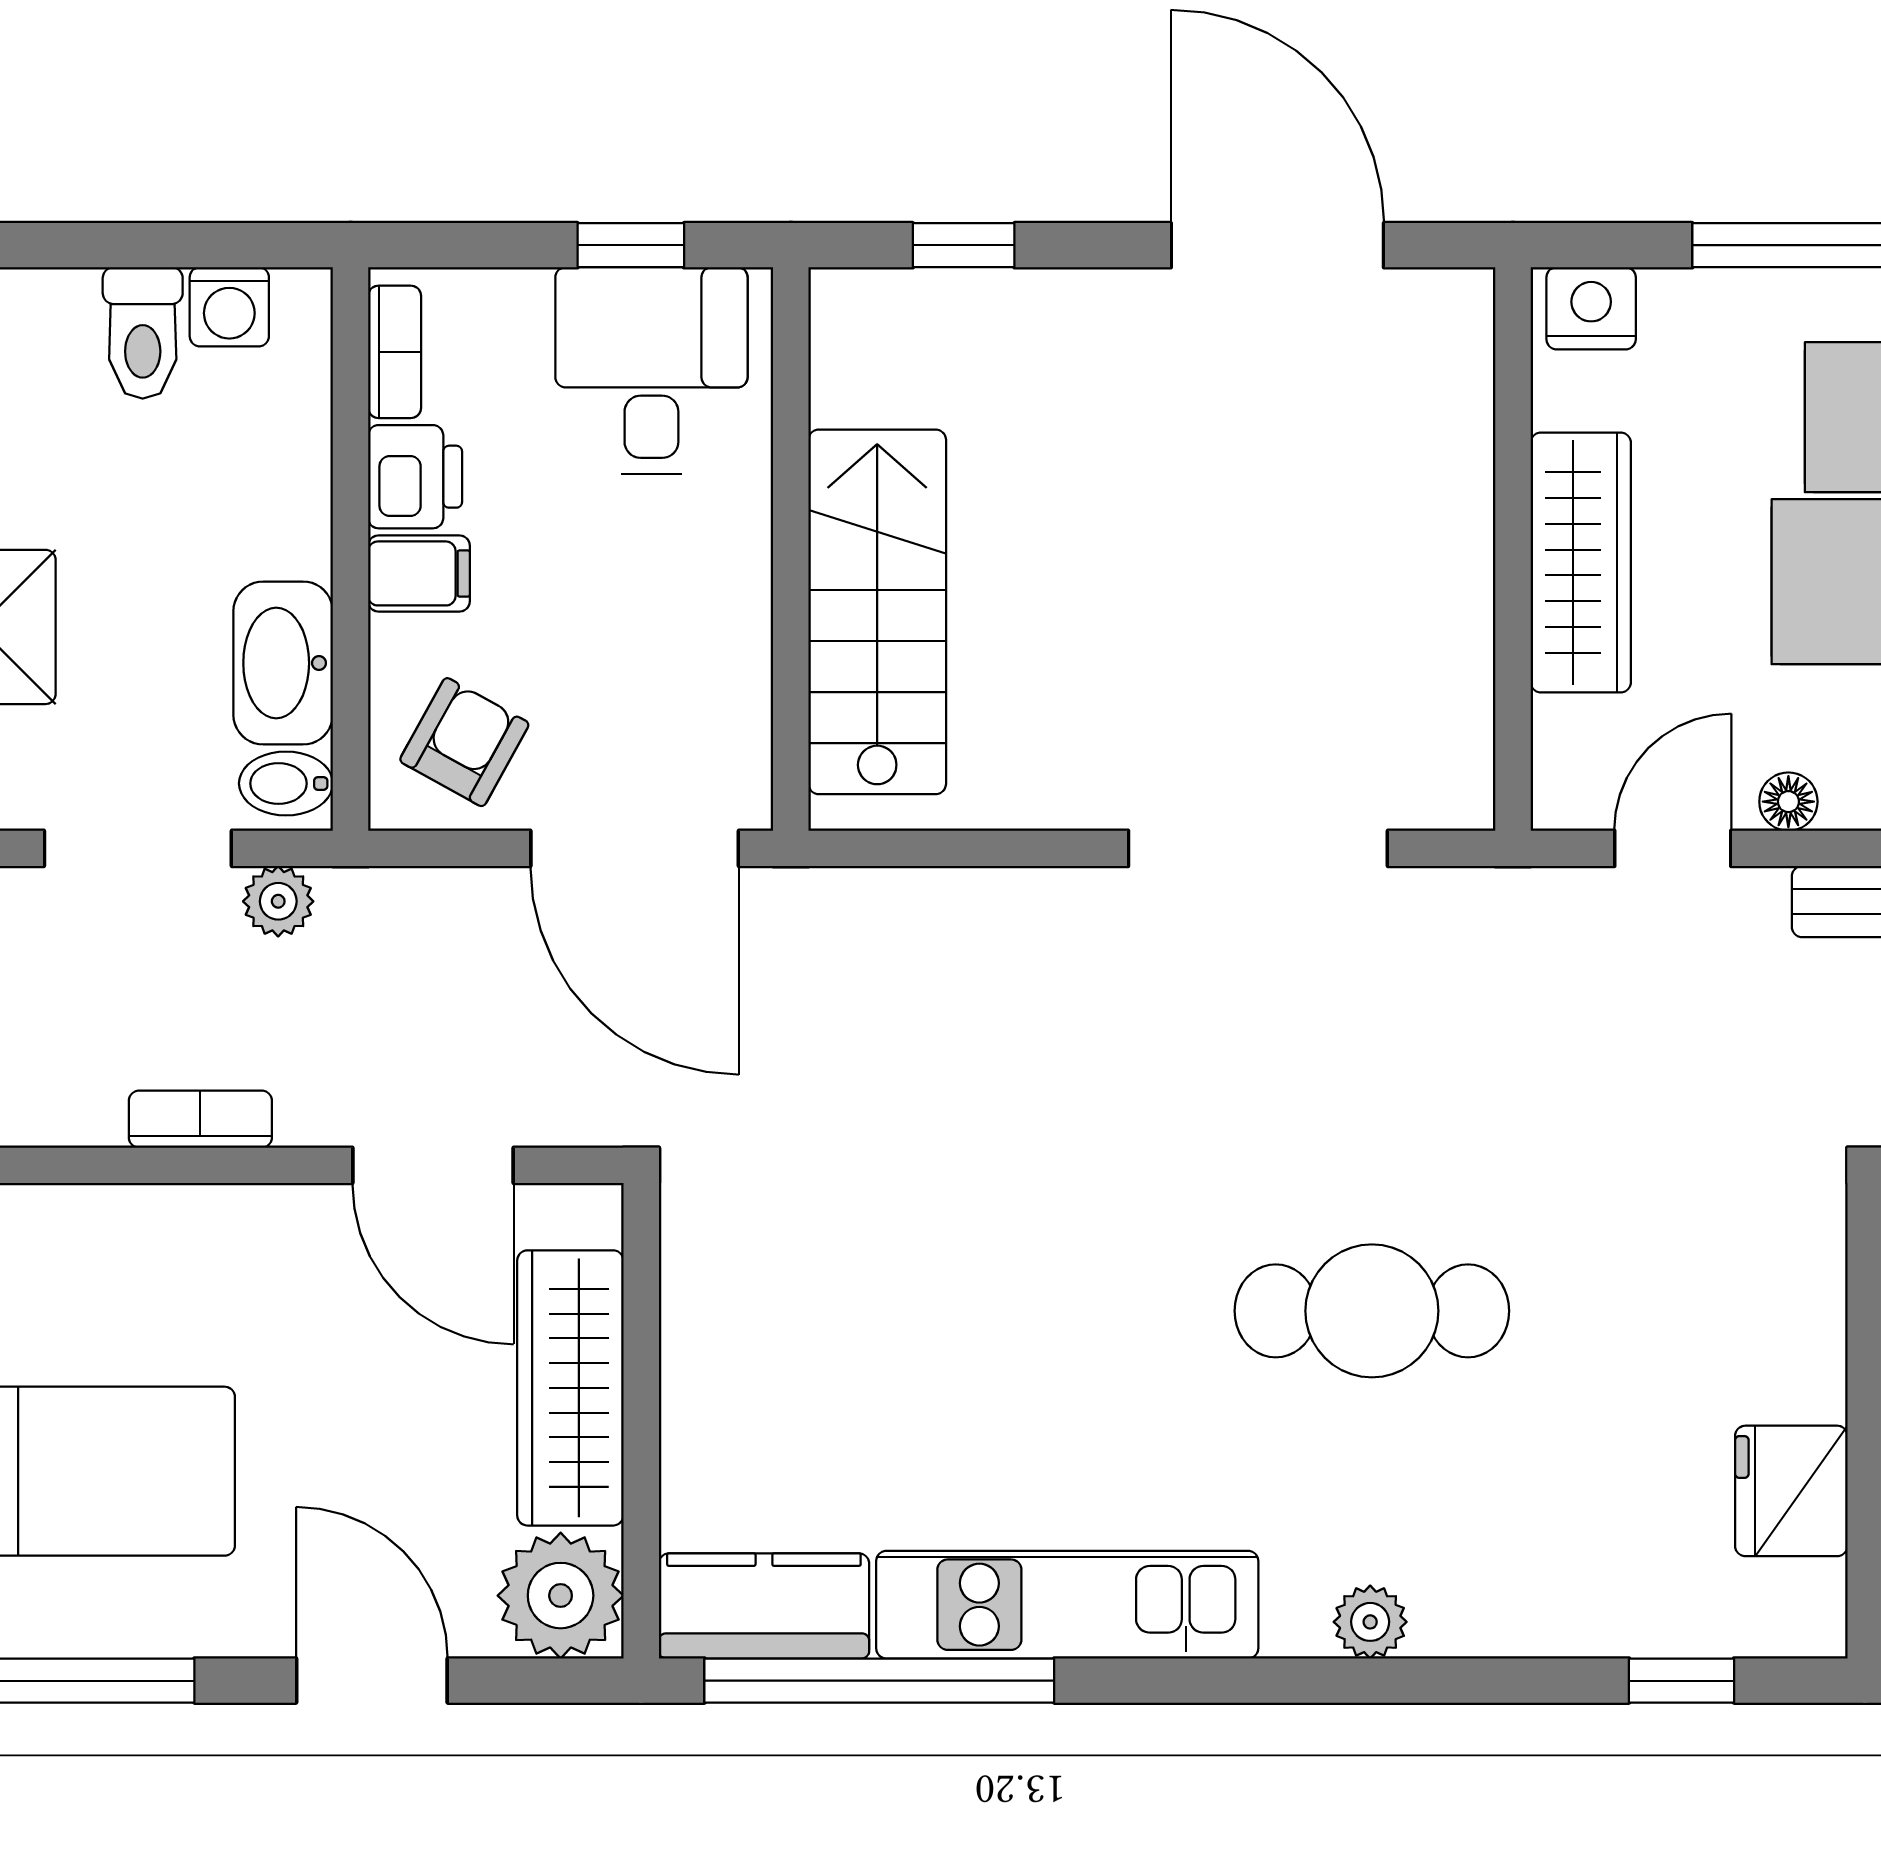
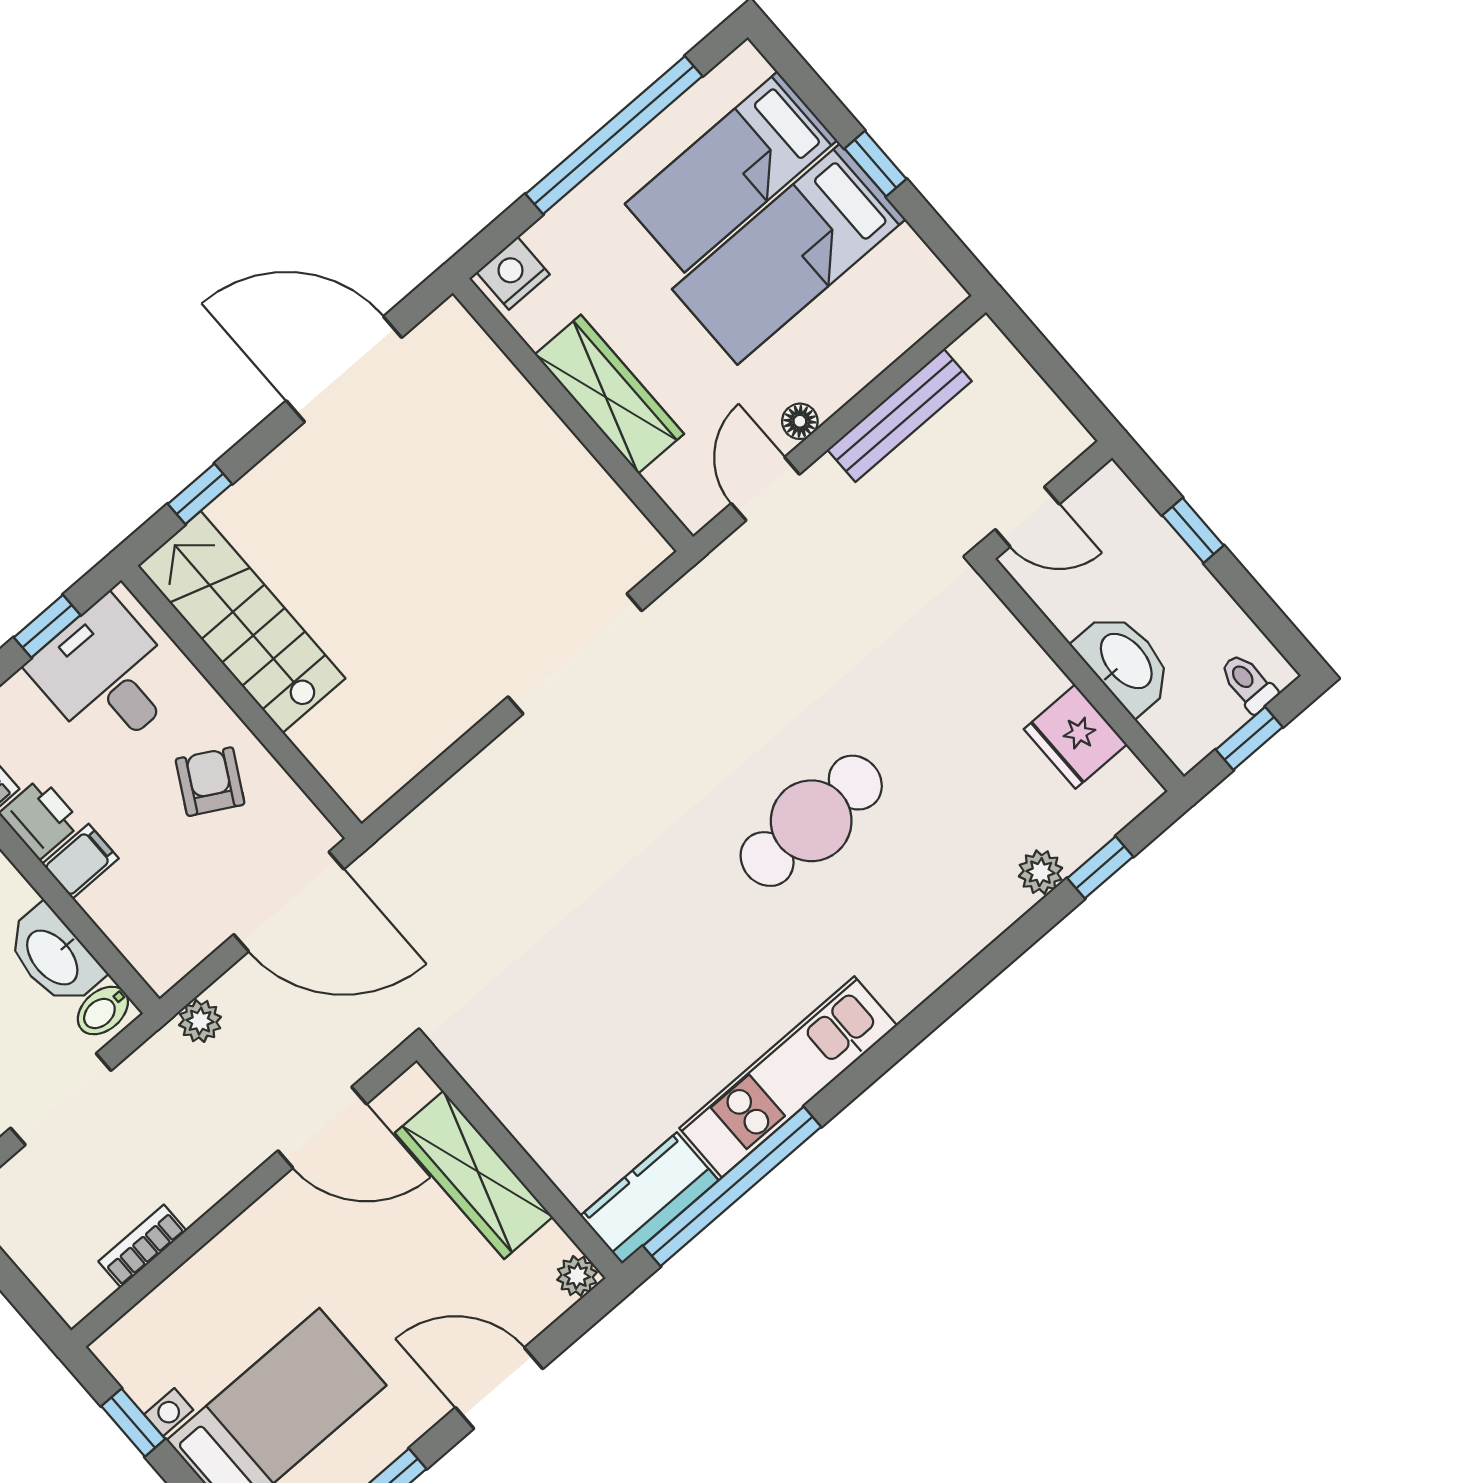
stairs: (877, 612) -> (242, 622), moved
armchair: (464, 742) -> (210, 782), moved
plant: (278, 901) -> (200, 1021), moved
bookcase: (200, 1119) -> (142, 1246), moved
plant: (561, 1596) -> (577, 1276), width x0.53, depth x0.53
plant: (1370, 1622) -> (1040, 872), moved

